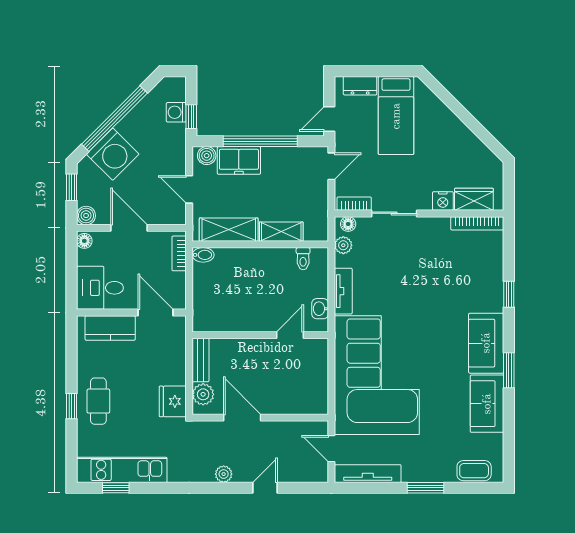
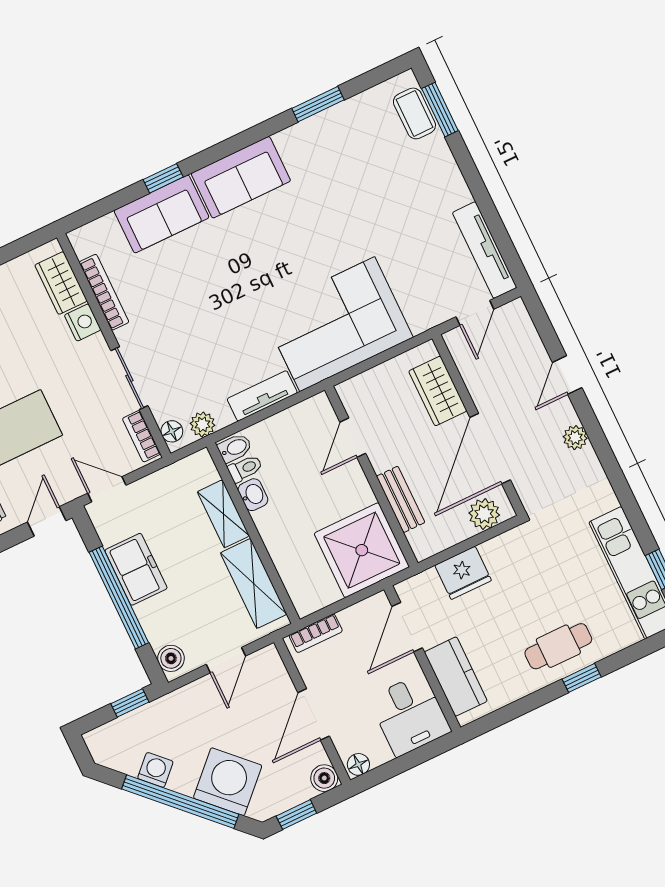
washing machine: (176, 112) -> (155, 770), moved, turned -135
door: (329, 119) -> (47, 521), swing flipped
freezer: (239, 160) -> (136, 569), moved
bookcase: (477, 223) -> (104, 292), moved
bidet: (203, 255) -> (235, 448), moved, turned 90
shower: (217, 307) -> (362, 550), added
washbasin: (320, 309) -> (253, 495), moved, turned -90
door: (290, 335) -> (353, 438), hinge flipped
bench: (201, 360) -> (401, 499), moved, turned 90
window: (509, 370) -> (318, 104), moved
corner sofa: (377, 375) -> (337, 324), width x0.73, depth x0.74
fridge: (173, 401) -> (463, 573), moved
wardrobe: (294, 402) -> (438, 391), added
sofa: (487, 404) -> (162, 214), moved
door: (242, 418) -> (490, 449), width x1.36
door: (265, 488) -> (567, 375), hinge flipped
window: (425, 488) -> (440, 110), moved

